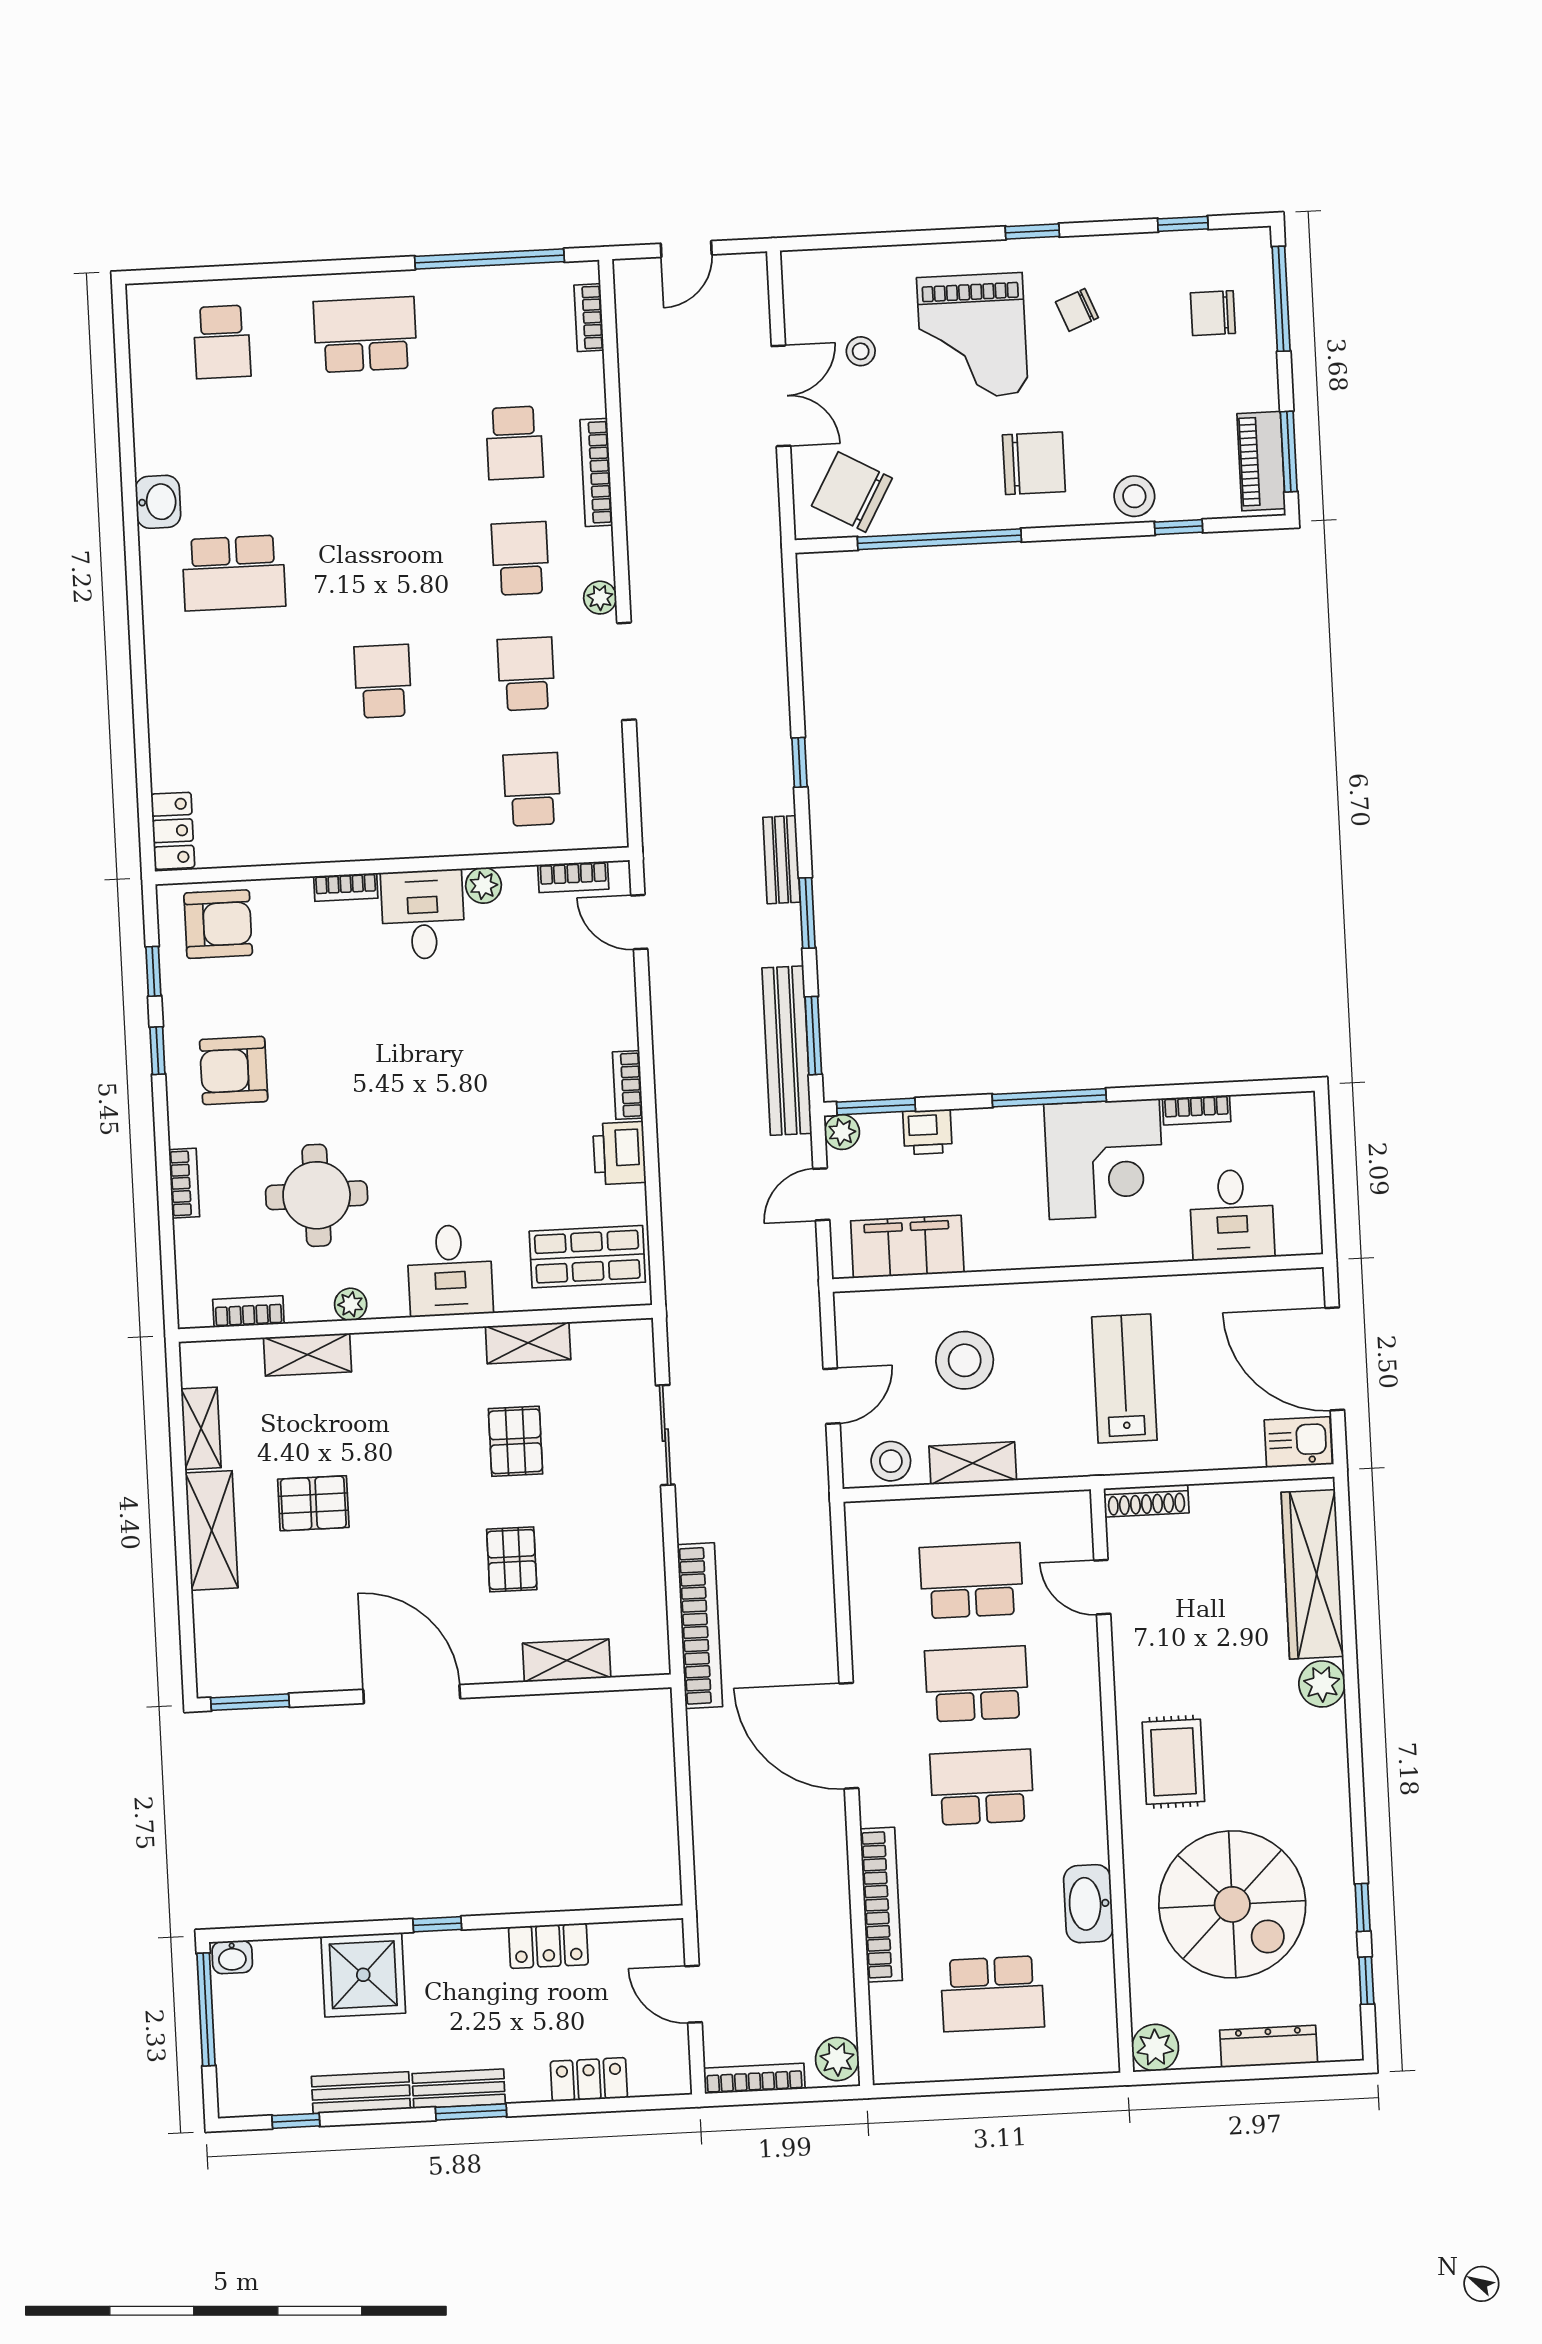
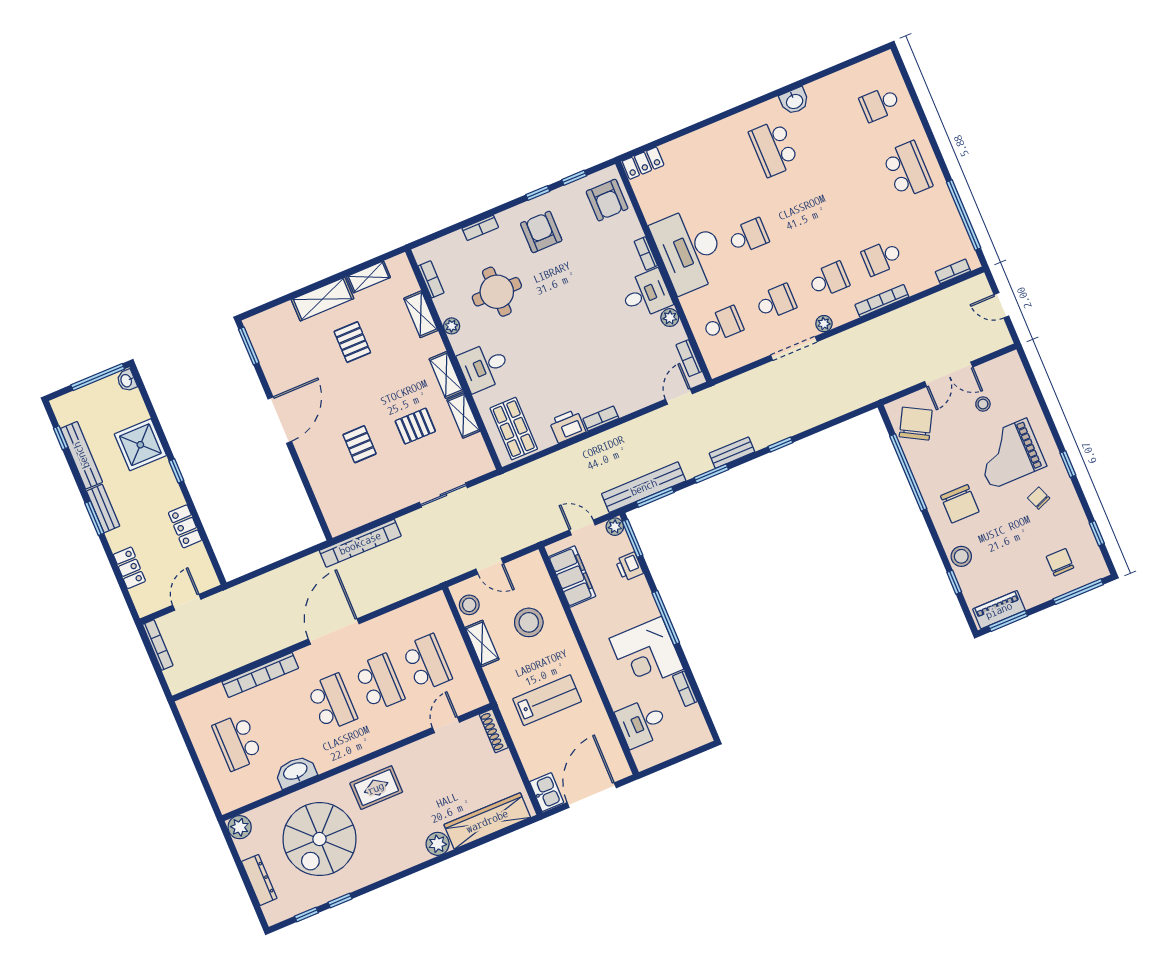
desk: (369, 802) -> (689, 250), added
pallet: (512, 1559) -> (360, 444), turned 90
shelving: (567, 1660) -> (446, 375), moved
plant: (837, 2059) -> (181, 680), removed
bench: (361, 2093) -> (81, 455), width x1.36

